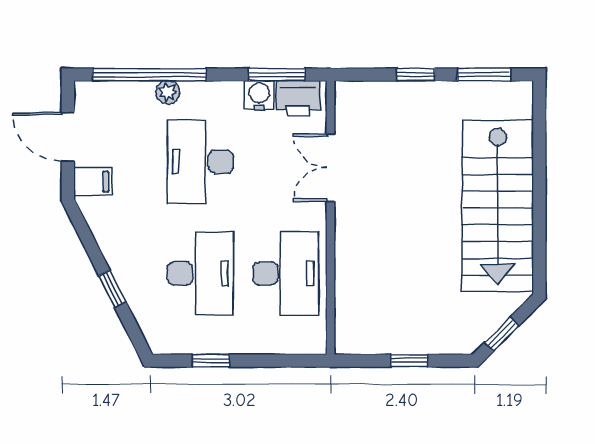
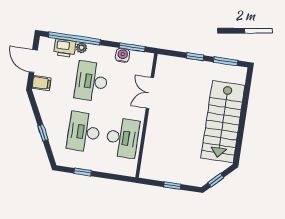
printer: (298, 99) -> (65, 48), moved
desk: (200, 274) -> (84, 132), turned 180

